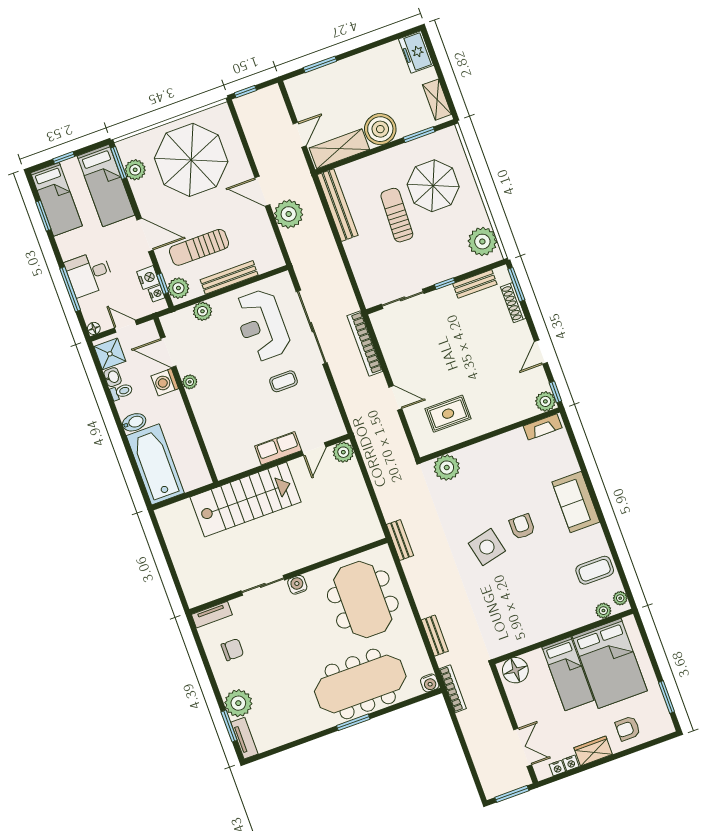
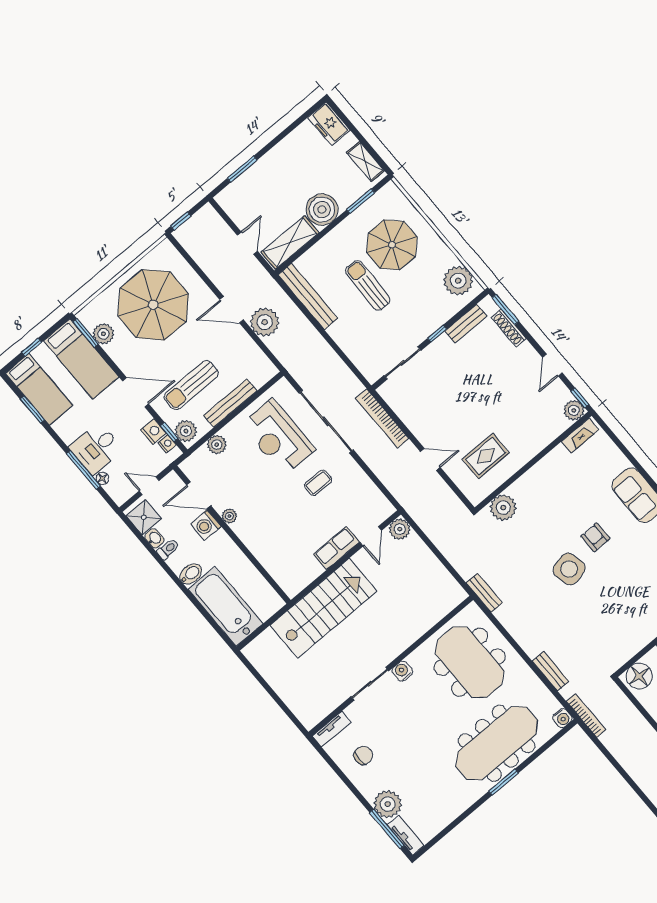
floor lamp: (94, 328) -> (102, 478), moved
window: (229, 726) -> (387, 829), width x1.44

